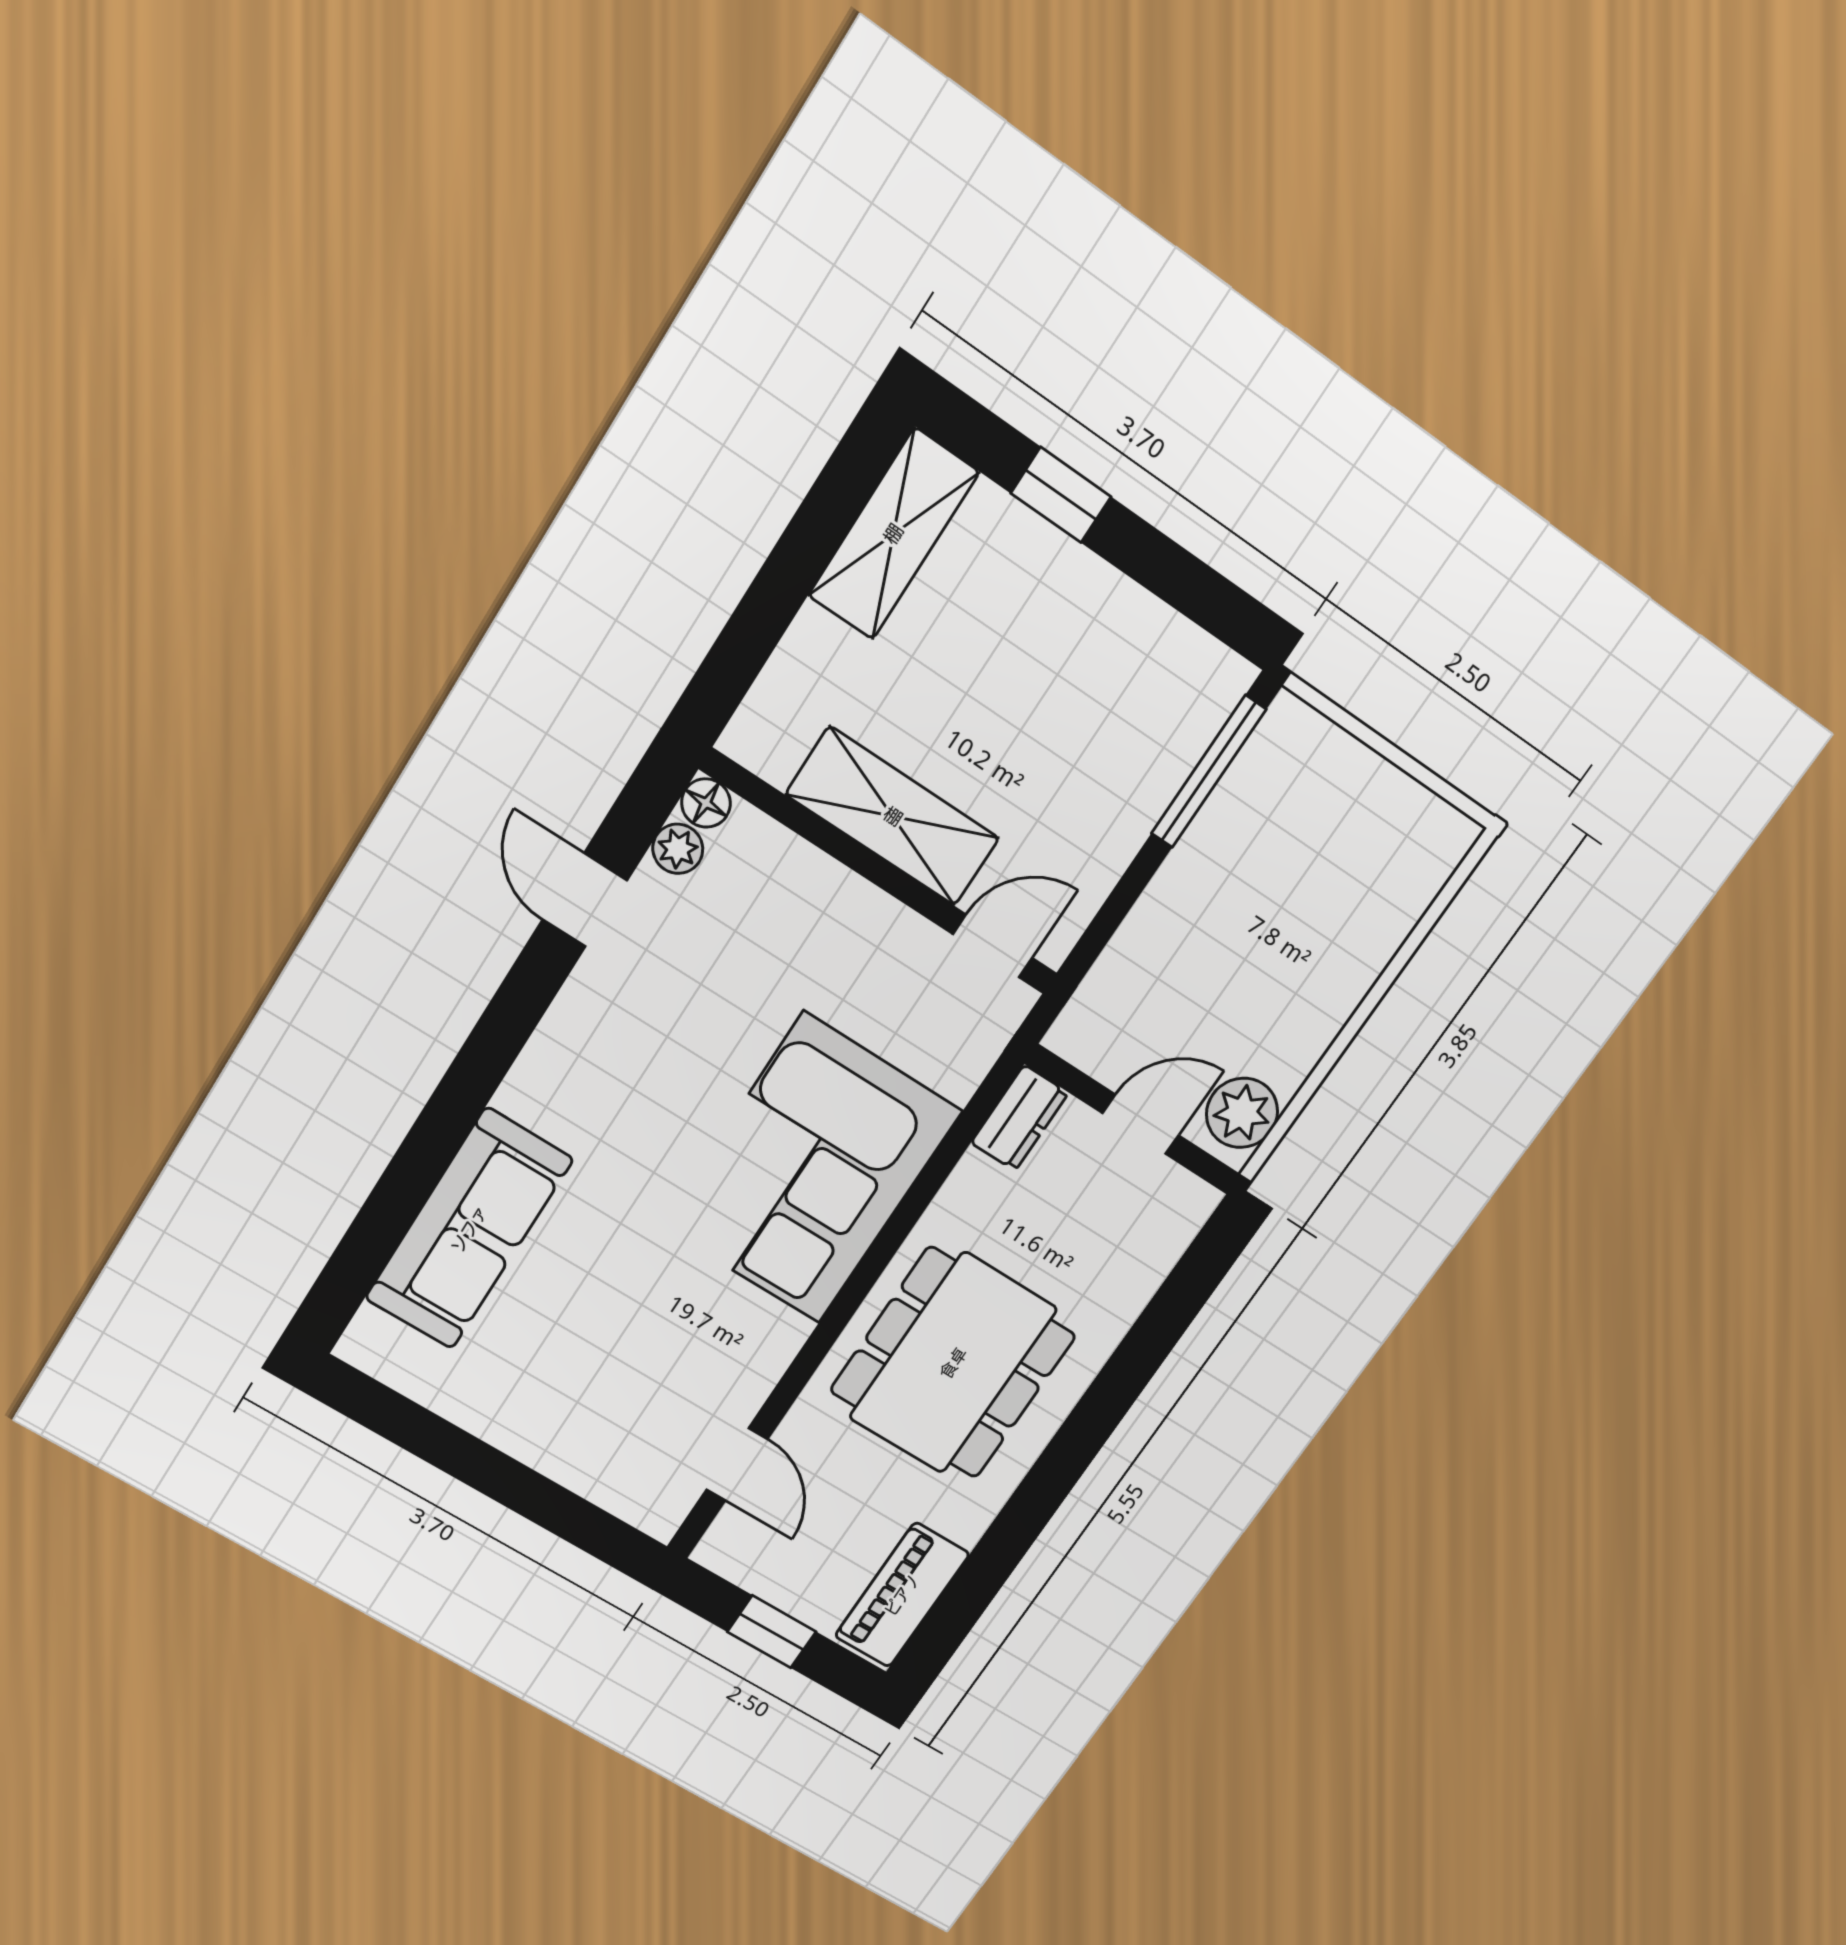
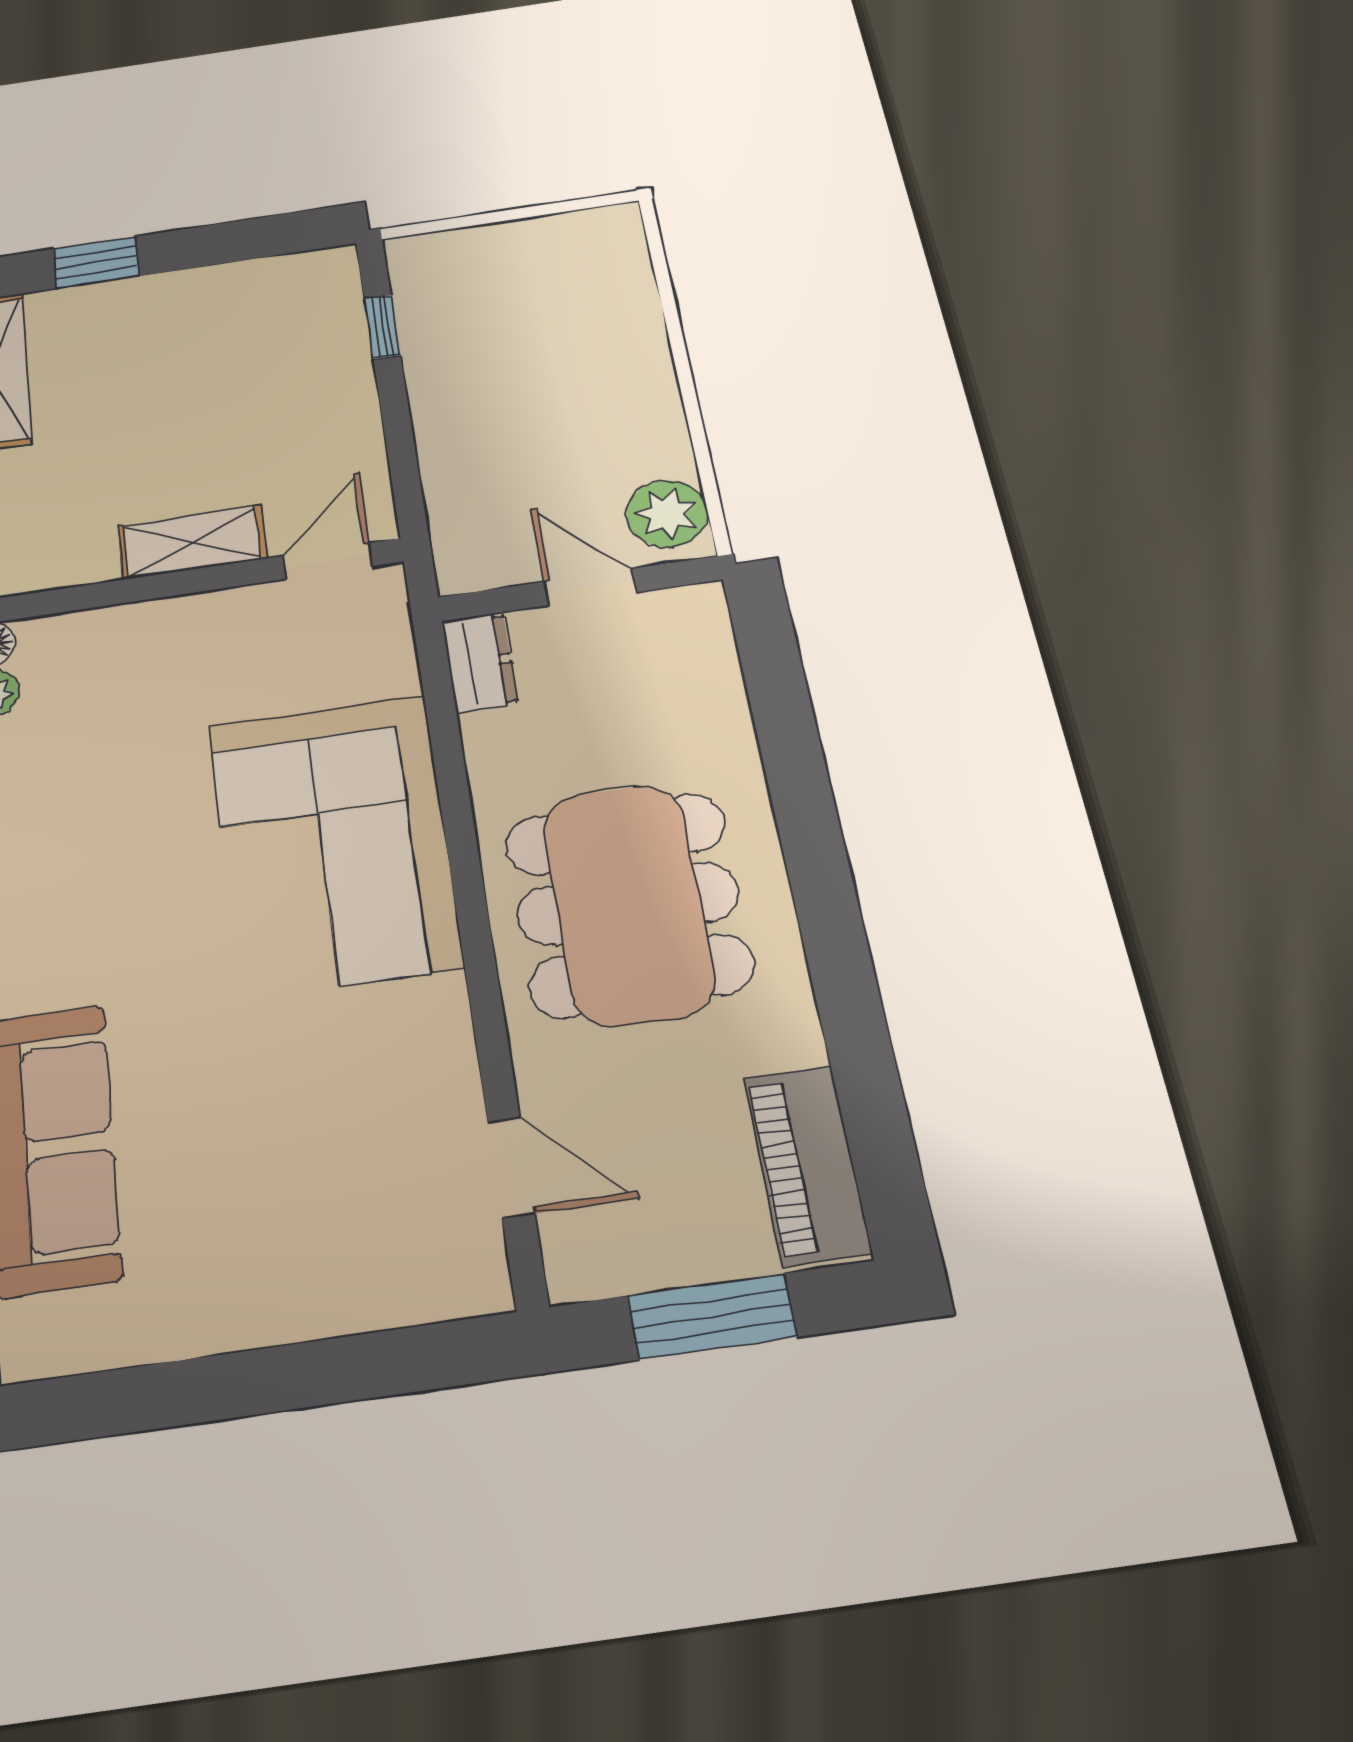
window: (1209, 772) -> (382, 327), width x0.46
shelving: (893, 816) -> (192, 542), width x0.67, depth x0.75
door: (1141, 1124) -> (590, 587), hinge flipped
window: (772, 1632) -> (712, 1316), width x1.50

